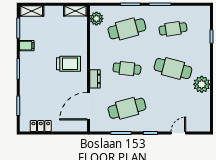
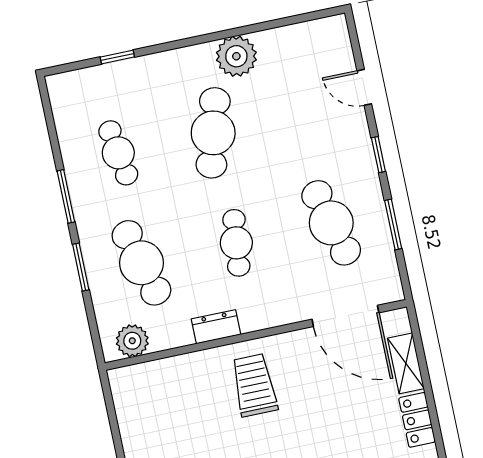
shelving: (75, 11) -> (406, 363), moved
dresser: (95, 79) -> (216, 327), moved

